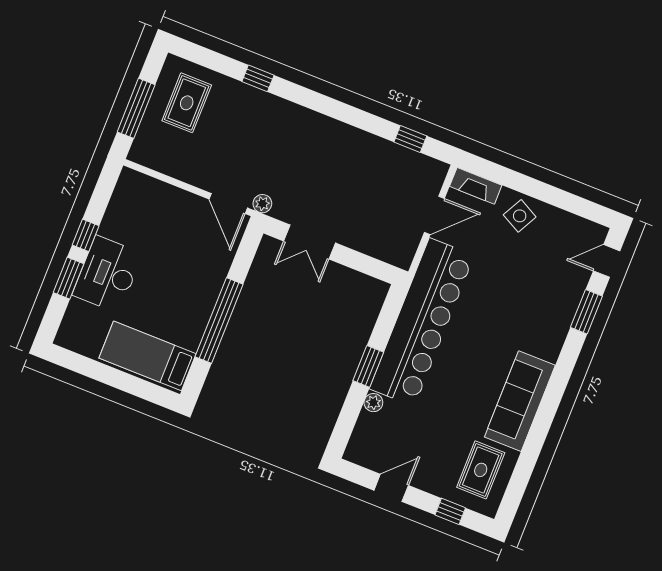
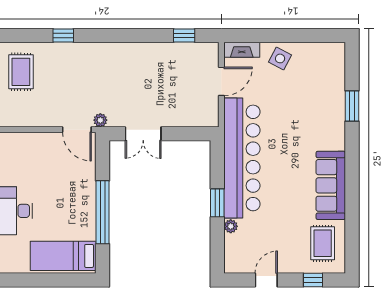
door: (607, 261) -> (352, 66), removed

